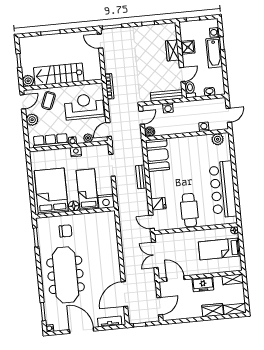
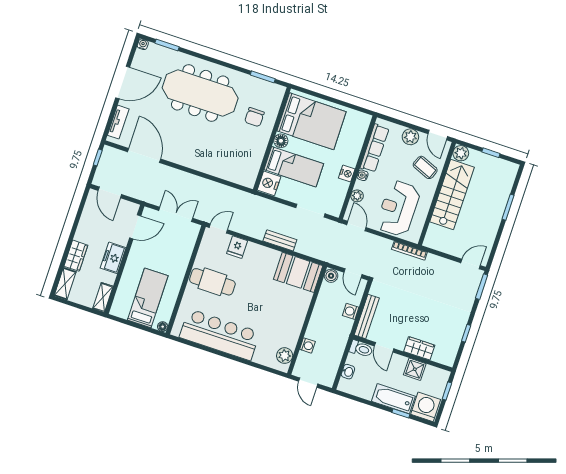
washing machine: (215, 32) -> (426, 407), width x1.89, depth x1.89
reception desk: (84, 107) -> (398, 208), turned 180

